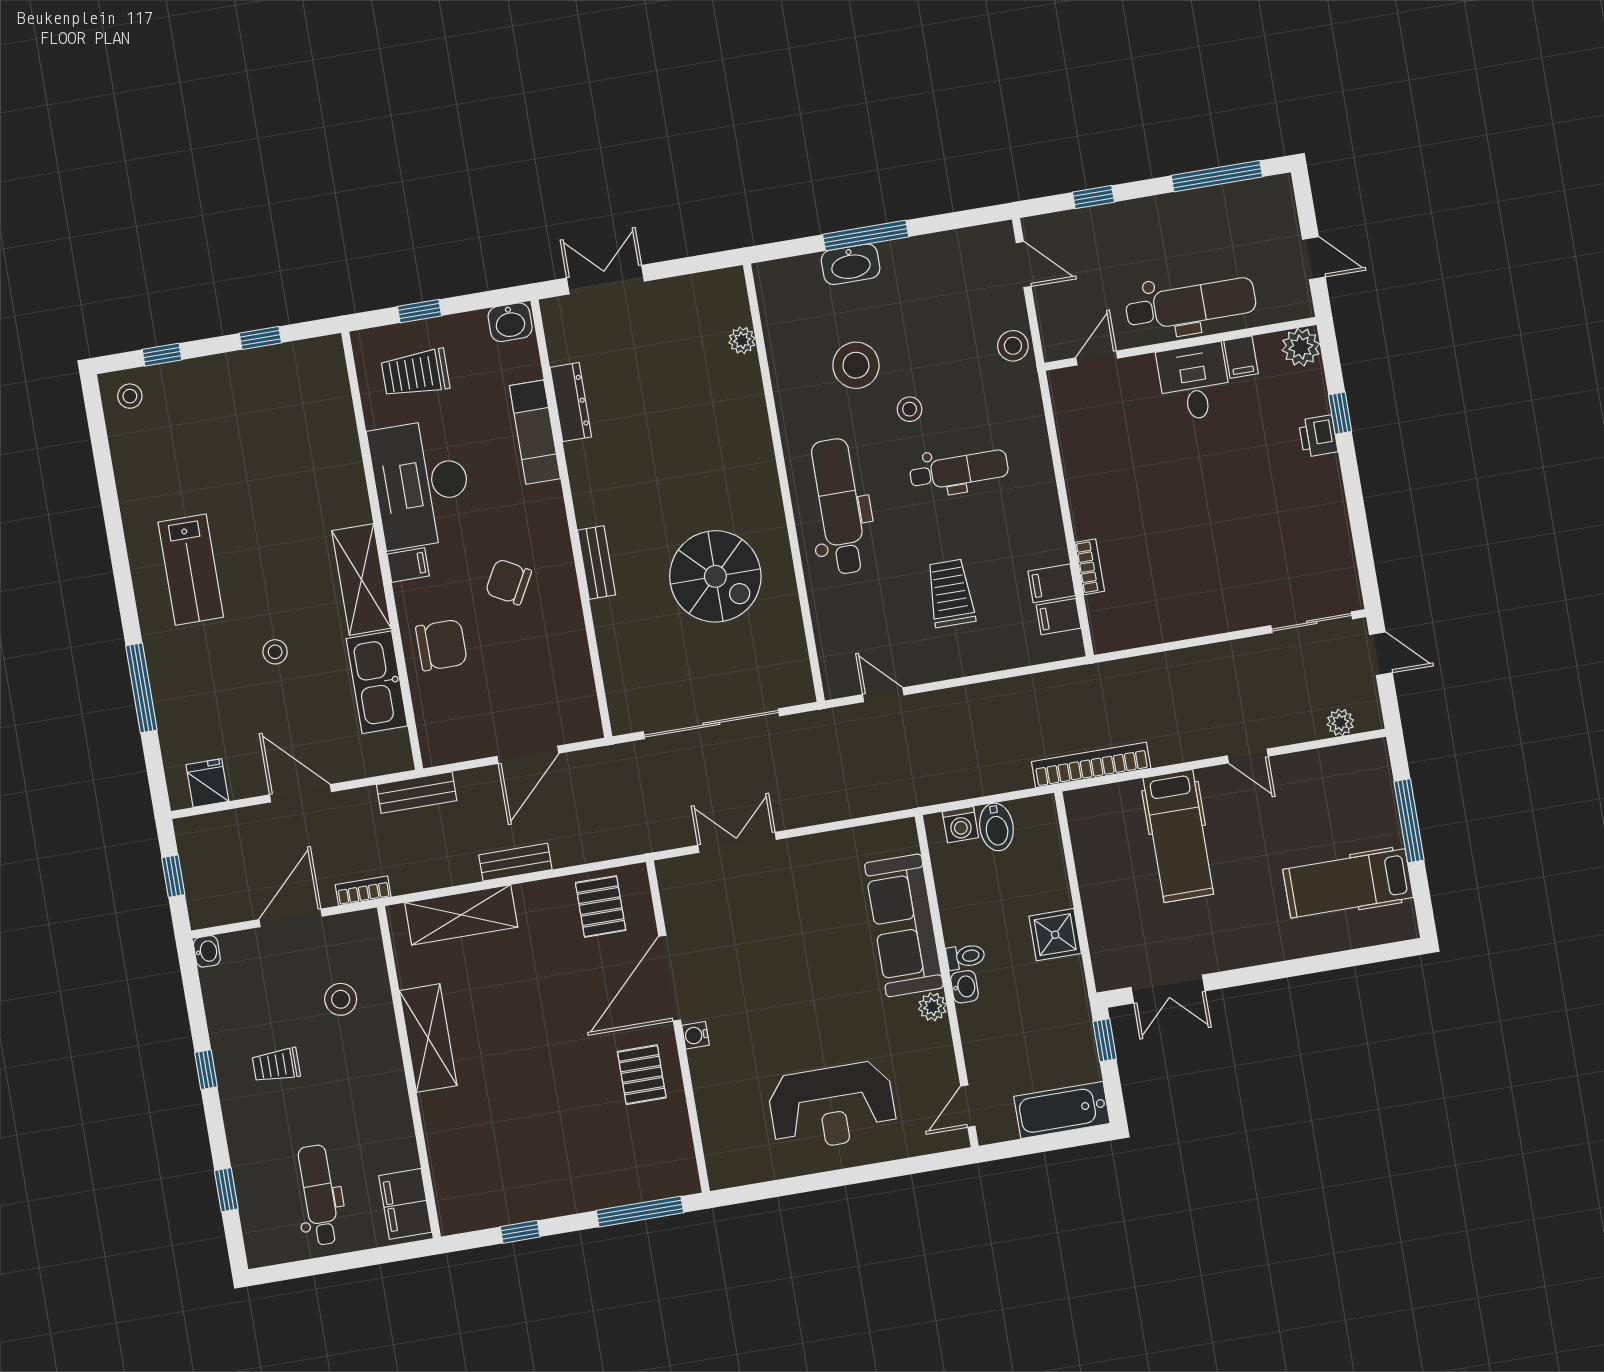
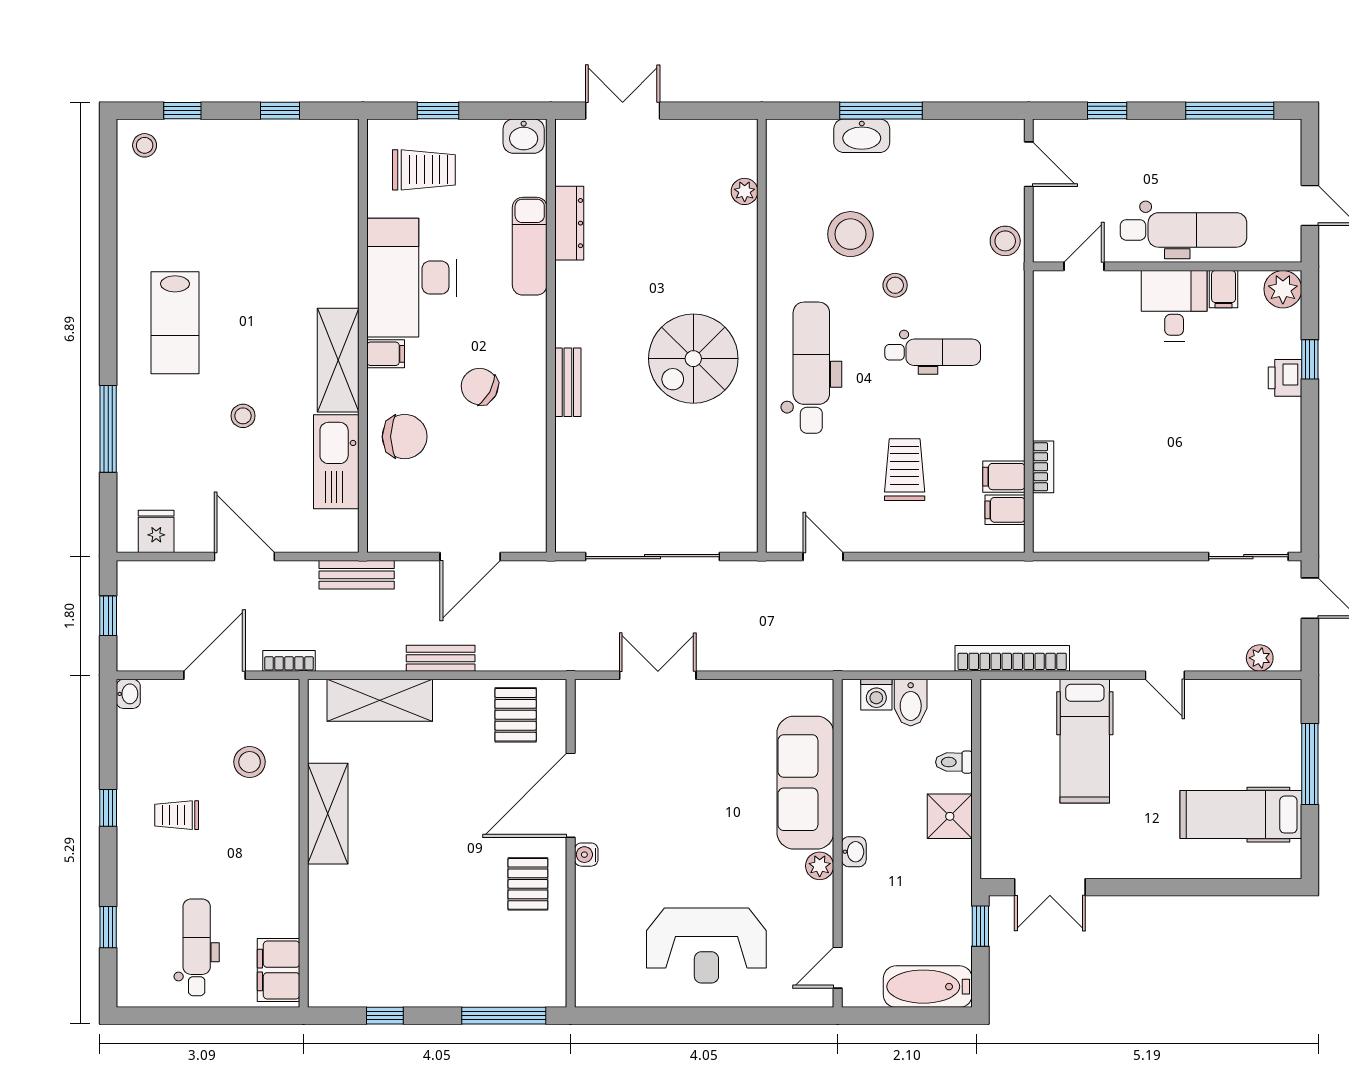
trolley: (415, 373) -> (424, 170), turned 180
spiral stairs: (715, 576) -> (693, 359), moved, turned 90
toilet: (966, 957) -> (954, 762), moved, turned 180

